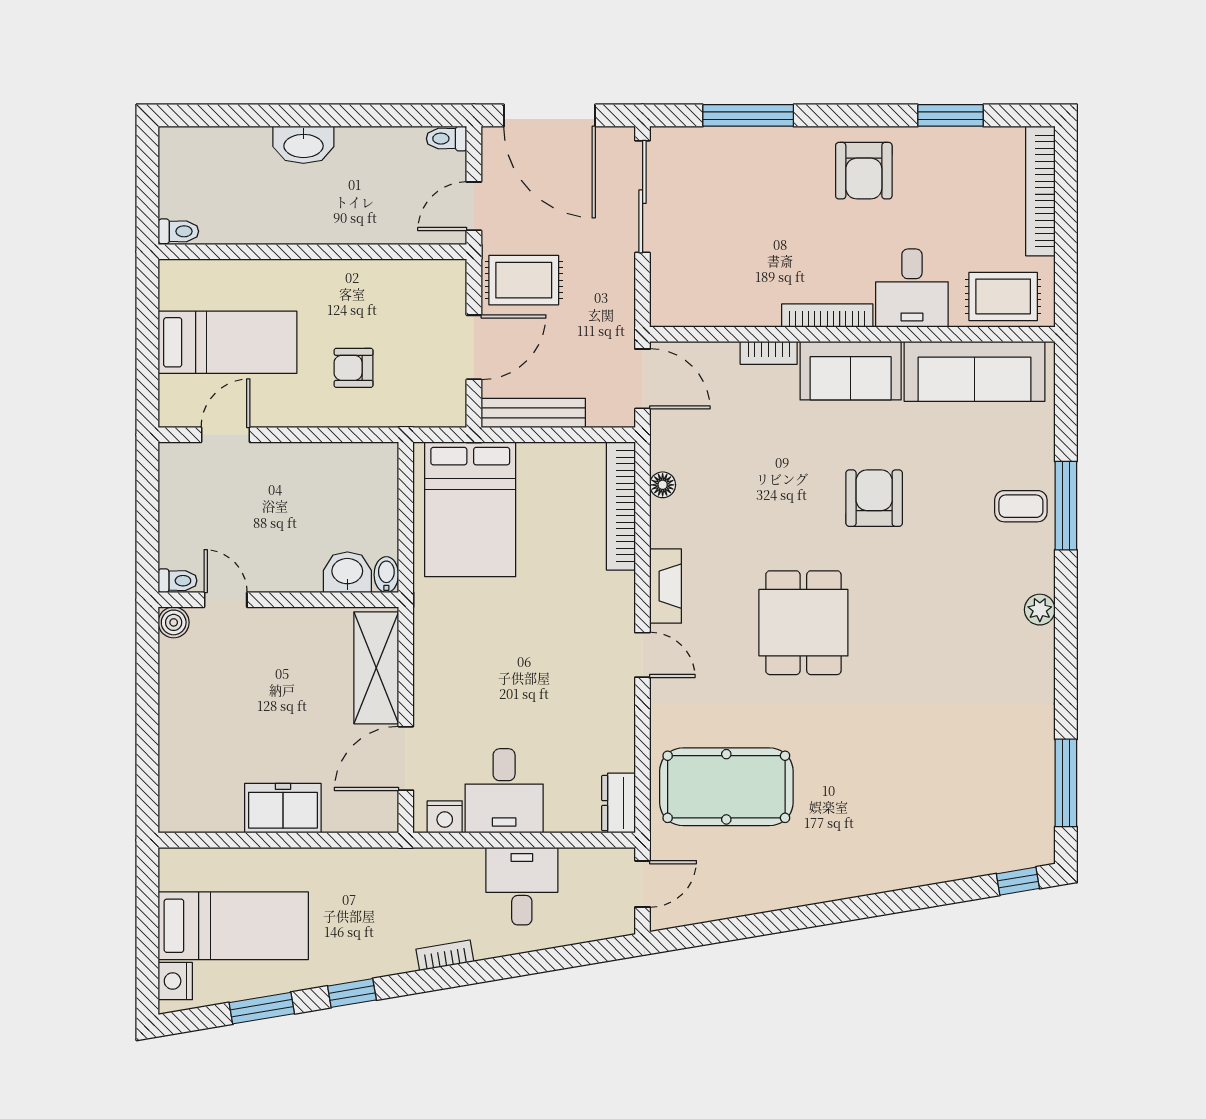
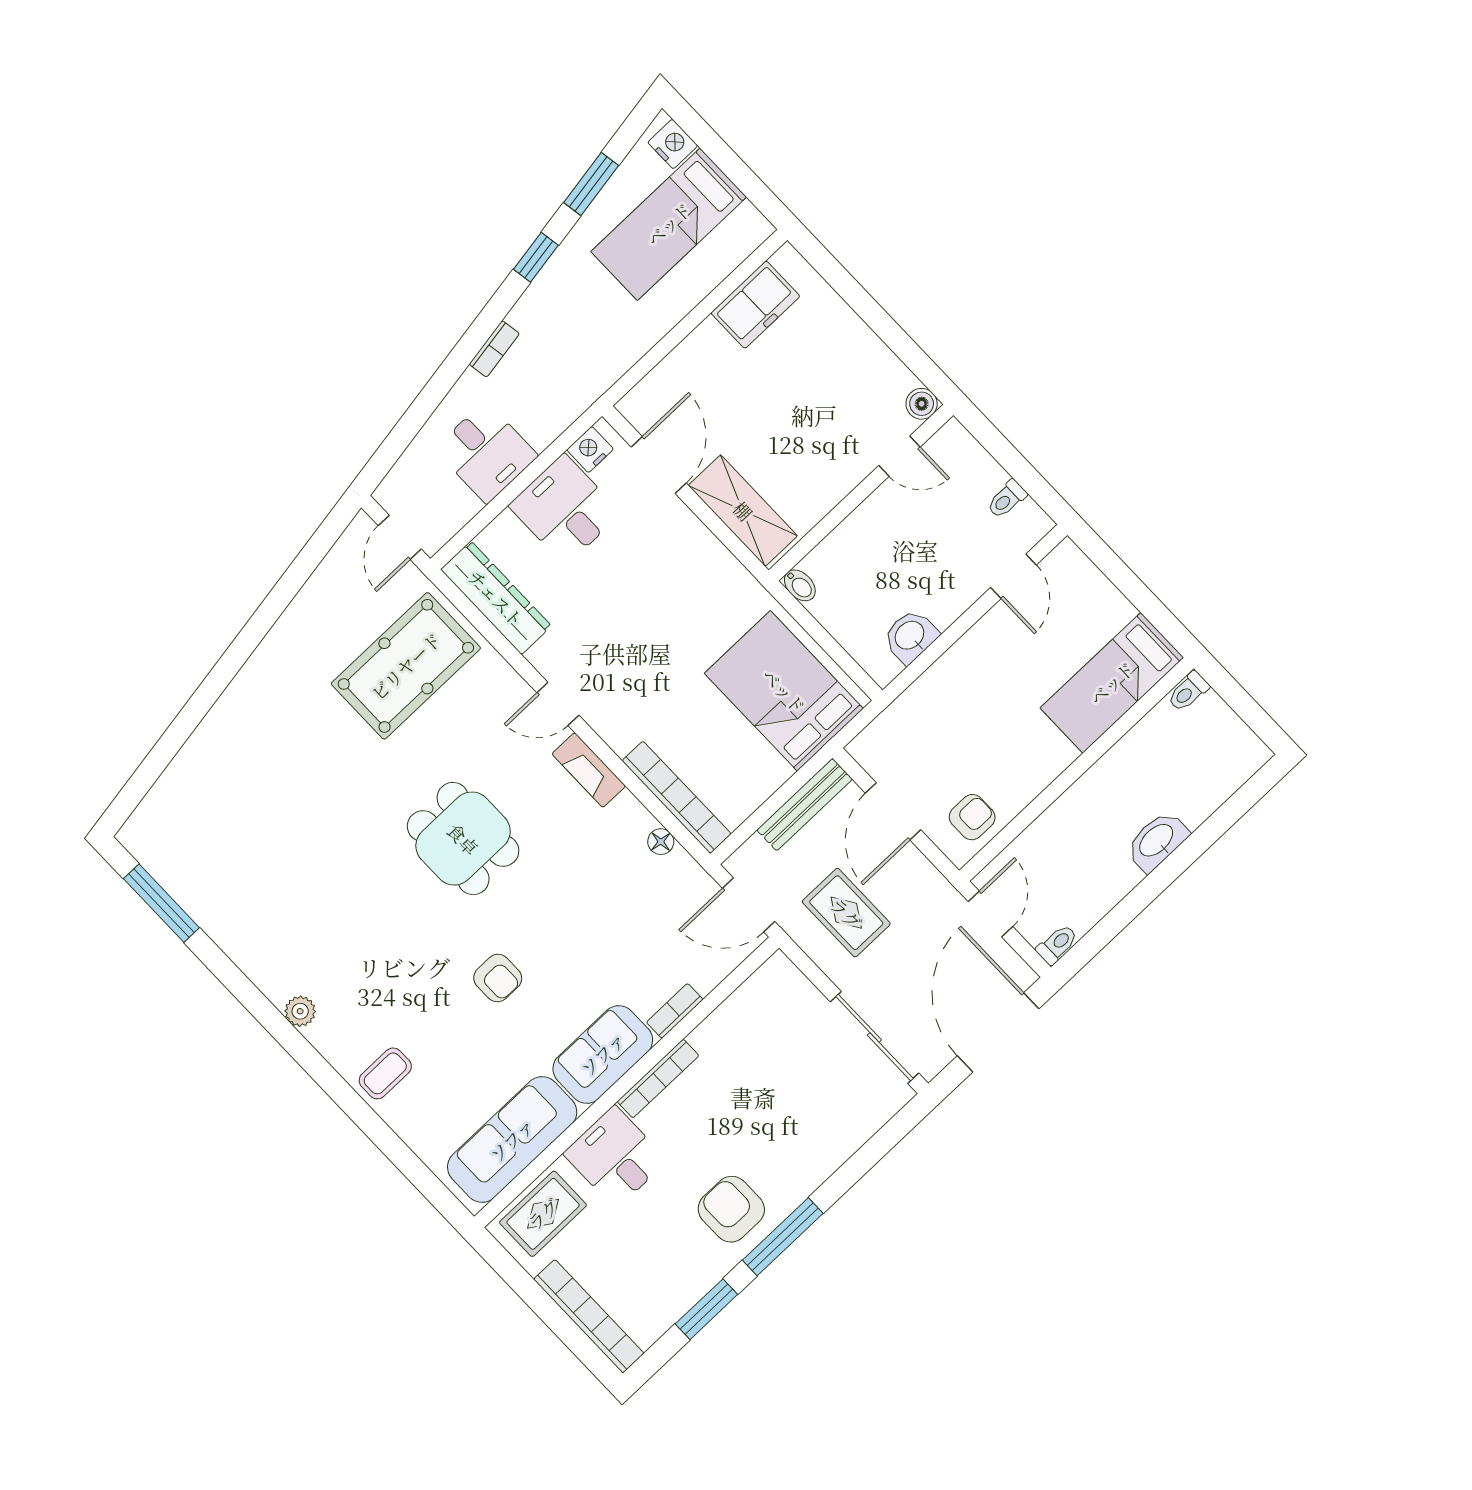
door: (549, 115) -> (998, 1032), hinge flipped
window: (748, 115) -> (783, 1237), moved
rug: (524, 280) -> (846, 913), moved, turned 90
bed: (227, 342) -> (1112, 683), moved
armchair: (354, 368) -> (972, 817), moved
armchair: (874, 498) -> (498, 978), width x0.72, depth x0.72
window: (1066, 506) -> (353, 1105), removed
washbasin: (347, 572) -> (910, 636), moved, turned 180
toilet: (178, 581) -> (1007, 499), moved
dresser: (618, 803) -> (496, 598), width x1.96, depth x1.24
freezer: (283, 808) -> (755, 305), moved
window: (1018, 881) -> (129, 799), removed

